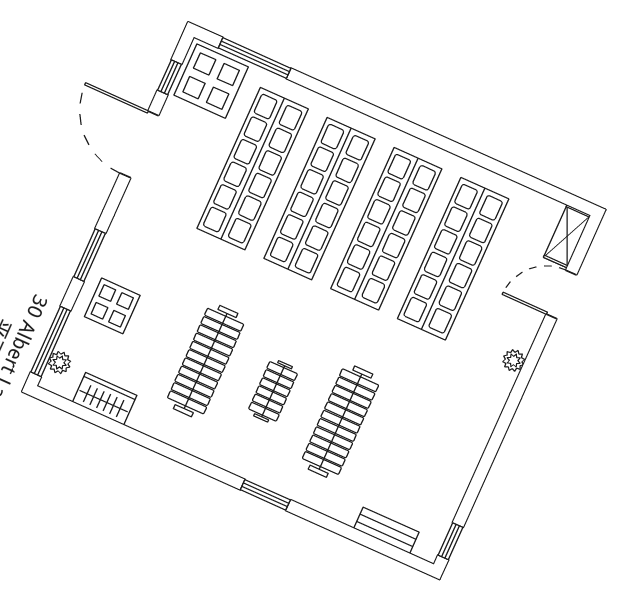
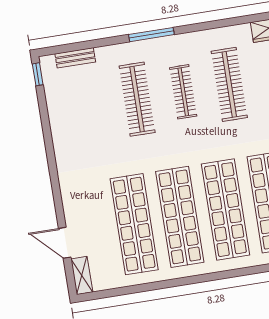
door: (561, 294) -> (65, 243), swing flipped
plant: (514, 360) -> (67, 191), removed
clothes rail: (273, 391) -> (183, 92), width x1.36
window: (265, 495) -> (151, 35), width x1.44

